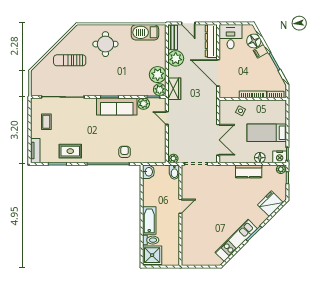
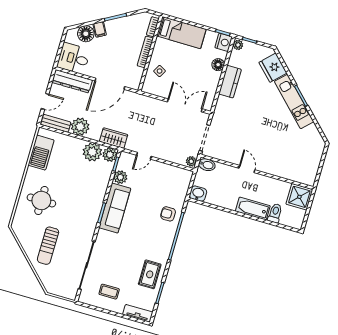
bed: (267, 133) -> (181, 33), moved, turned -90
kitchen unit: (236, 240) -> (294, 102), moved
shower: (152, 255) -> (299, 197), moved

